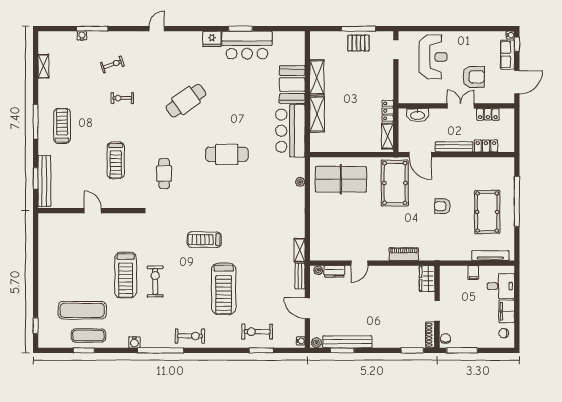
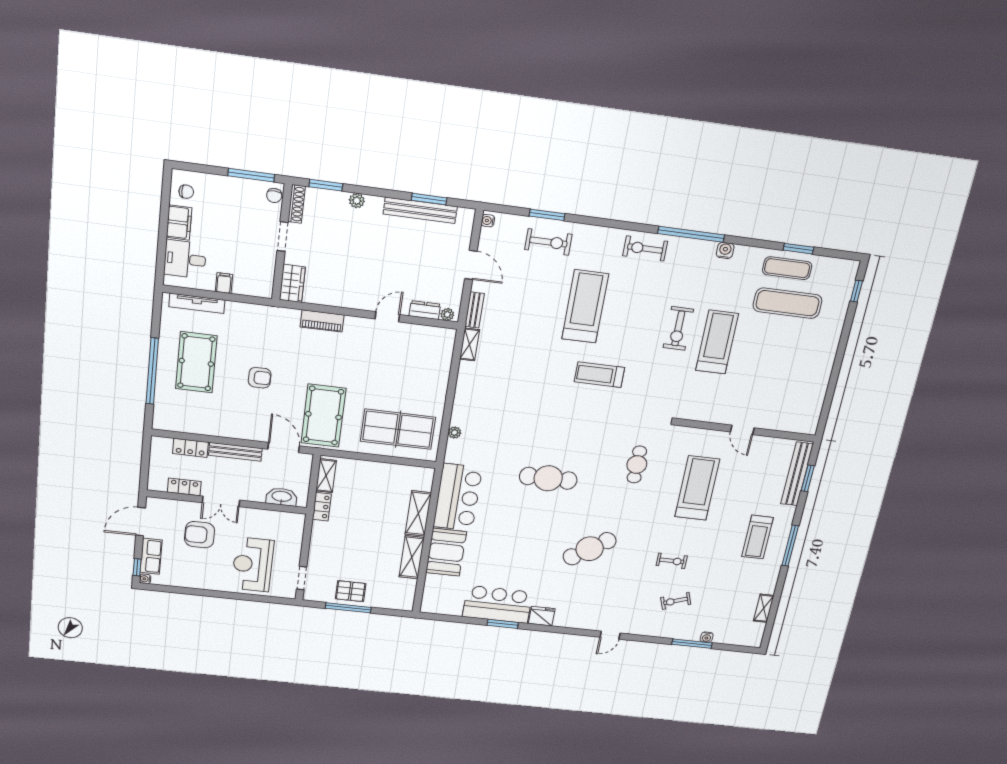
treadmill: (116, 160) -> (697, 488), width x1.37, depth x1.38
treadmill: (204, 240) -> (599, 375), turned 180
plant: (316, 343) -> (357, 201), moved

